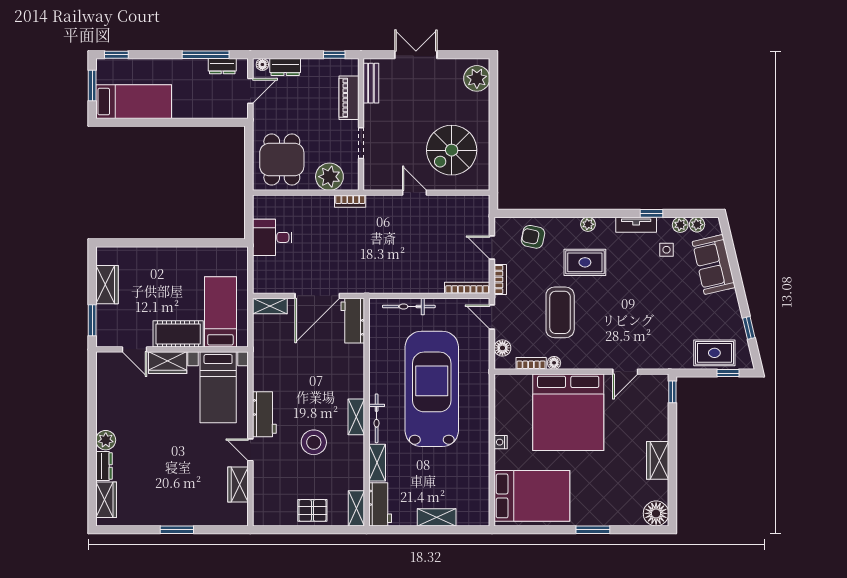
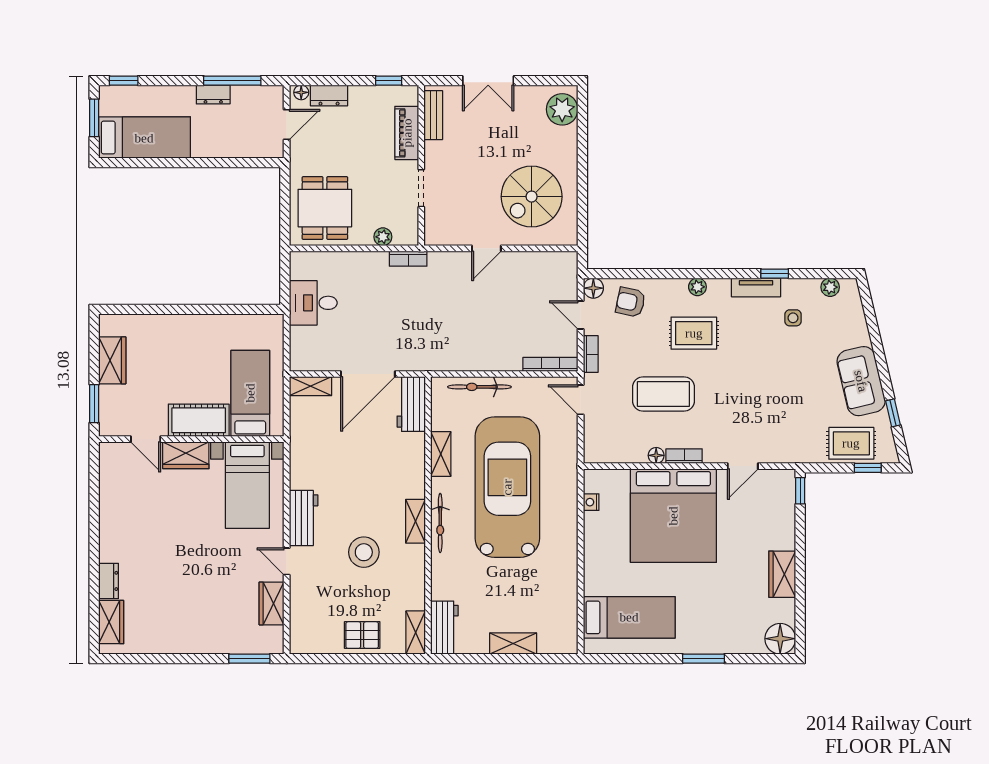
double door: (416, 55) -> (488, 81), swing flipped
dresser: (222, 66) -> (213, 94), moved
plant: (329, 177) -> (383, 237), width x0.53, depth x0.53
door: (414, 193) -> (486, 248), swing flipped
plant: (680, 225) -> (810, 287), removed
sofa: (714, 264) -> (861, 381), moved
coffee table: (560, 312) -> (663, 394), turned 90
floor lamp: (502, 348) -> (593, 288), moved
bookcase: (531, 363) -> (684, 456), moved
plant: (106, 440) -> (111, 550), removed
nightstand: (501, 442) -> (591, 502), moved
shelving: (377, 463) -> (441, 454), moved
bed: (532, 496) -> (629, 617), width x0.67
window: (177, 530) -> (249, 659), moved

